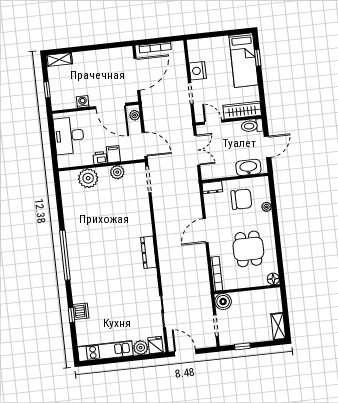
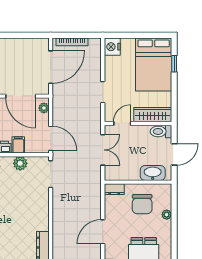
bed: (244, 60) -> (154, 64), width x1.50
nightstand: (198, 71) -> (112, 47), moved
door: (213, 122) -> (122, 123), hinge flipped
chair: (241, 199) -> (142, 204), turned 90

